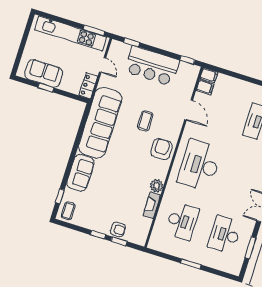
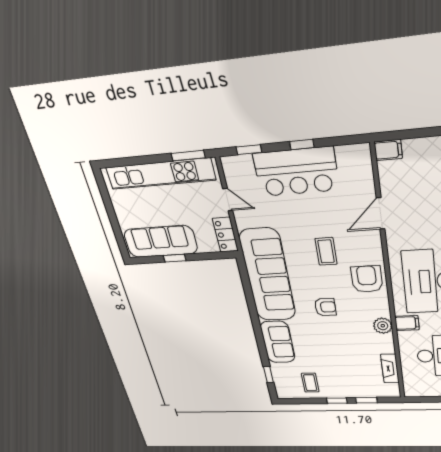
window: (187, 60) -> (302, 145), moved
sofa: (44, 73) -> (161, 241), width x1.36
filing cabinet: (205, 87) -> (407, 323), moved
door: (189, 110) -> (381, 213), swing flipped
fireplace: (152, 205) -> (390, 368), moved
coffee table: (68, 211) -> (310, 383), moved
armchair: (118, 229) -> (325, 307), moved

